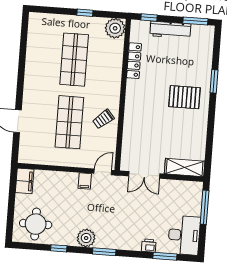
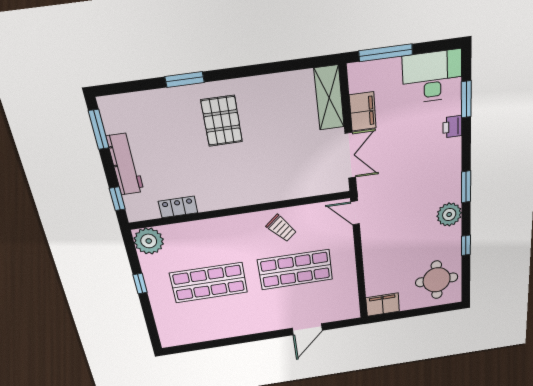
locker: (134, 61) -> (178, 207), width x0.66
filing cabinet: (85, 181) -> (363, 112), moved, width x2.00

